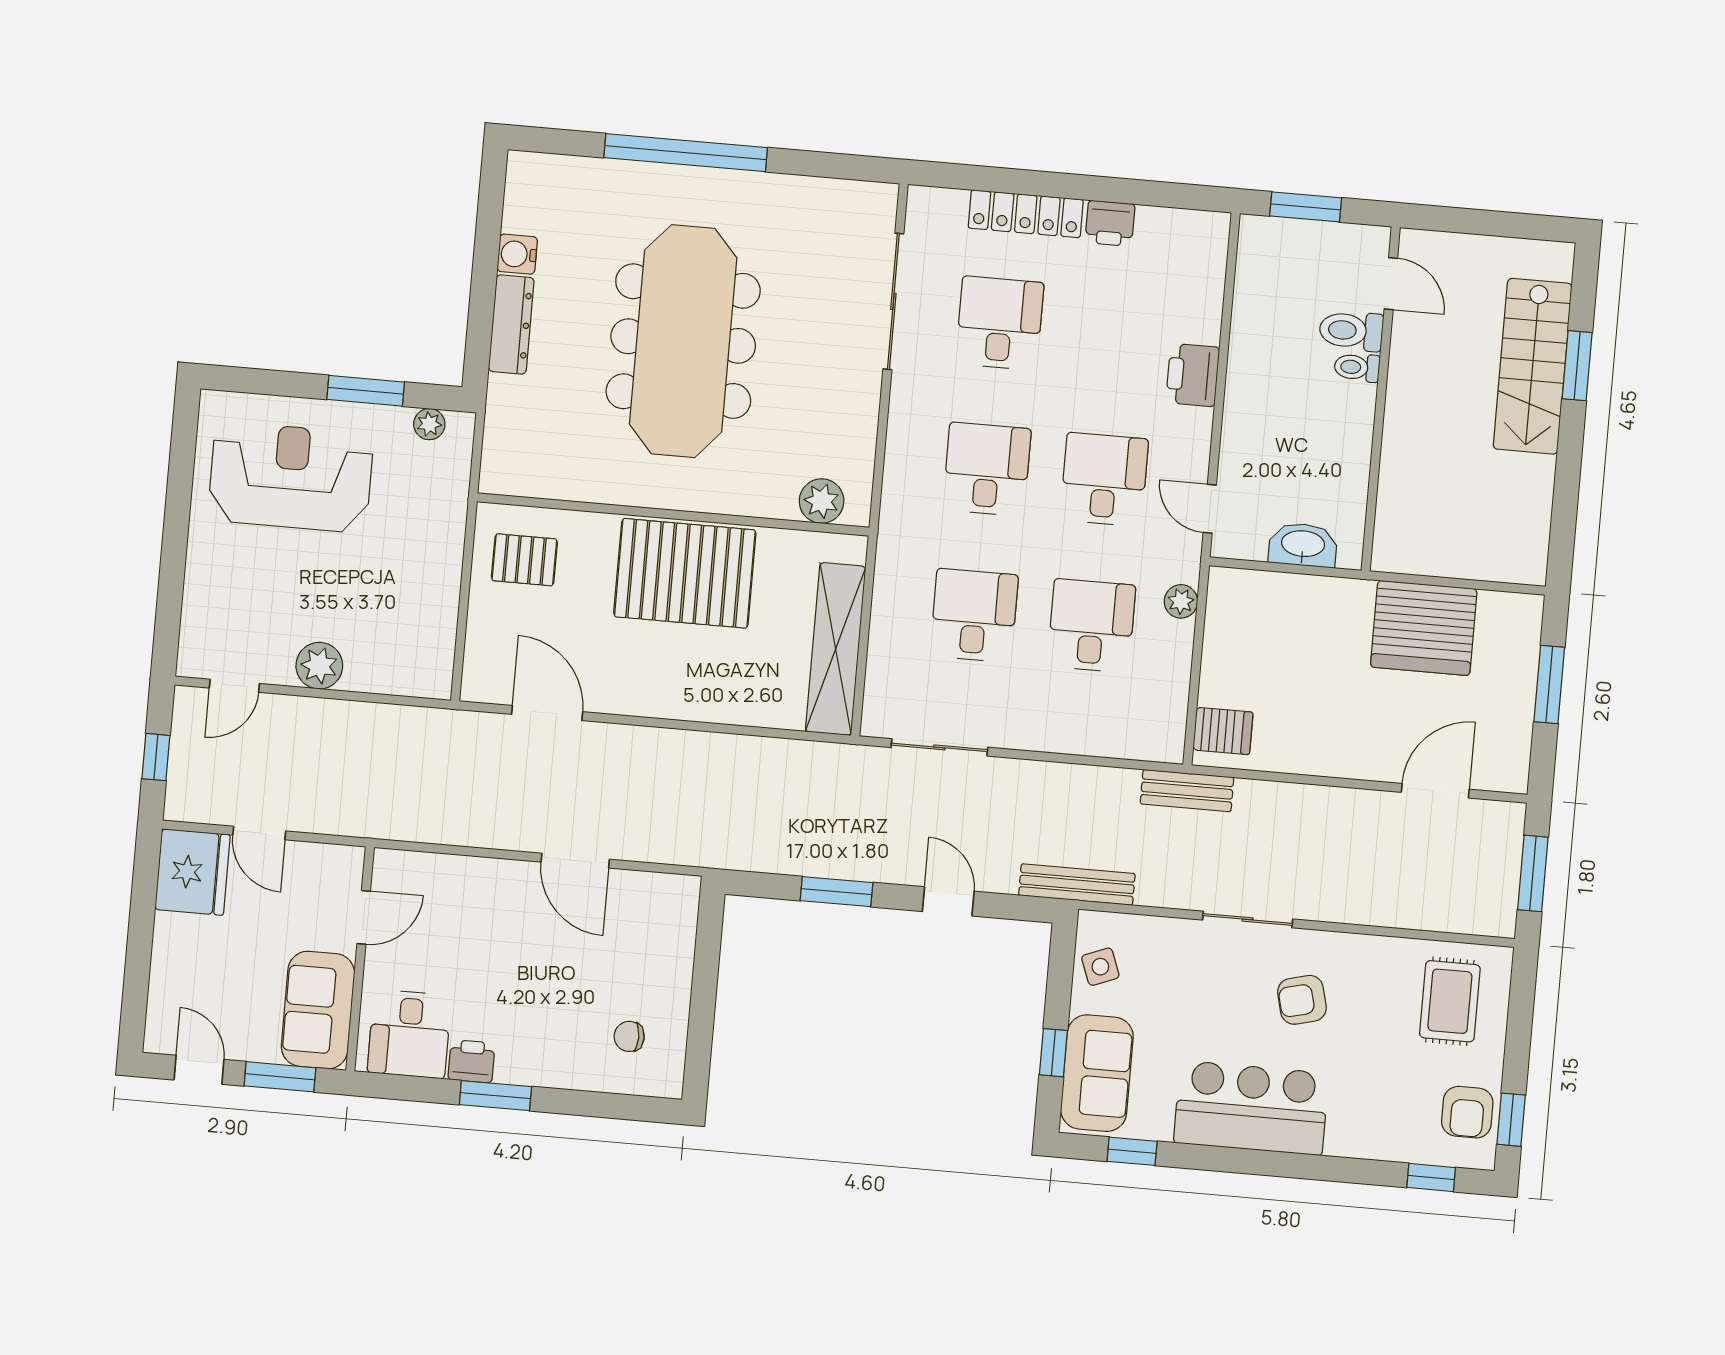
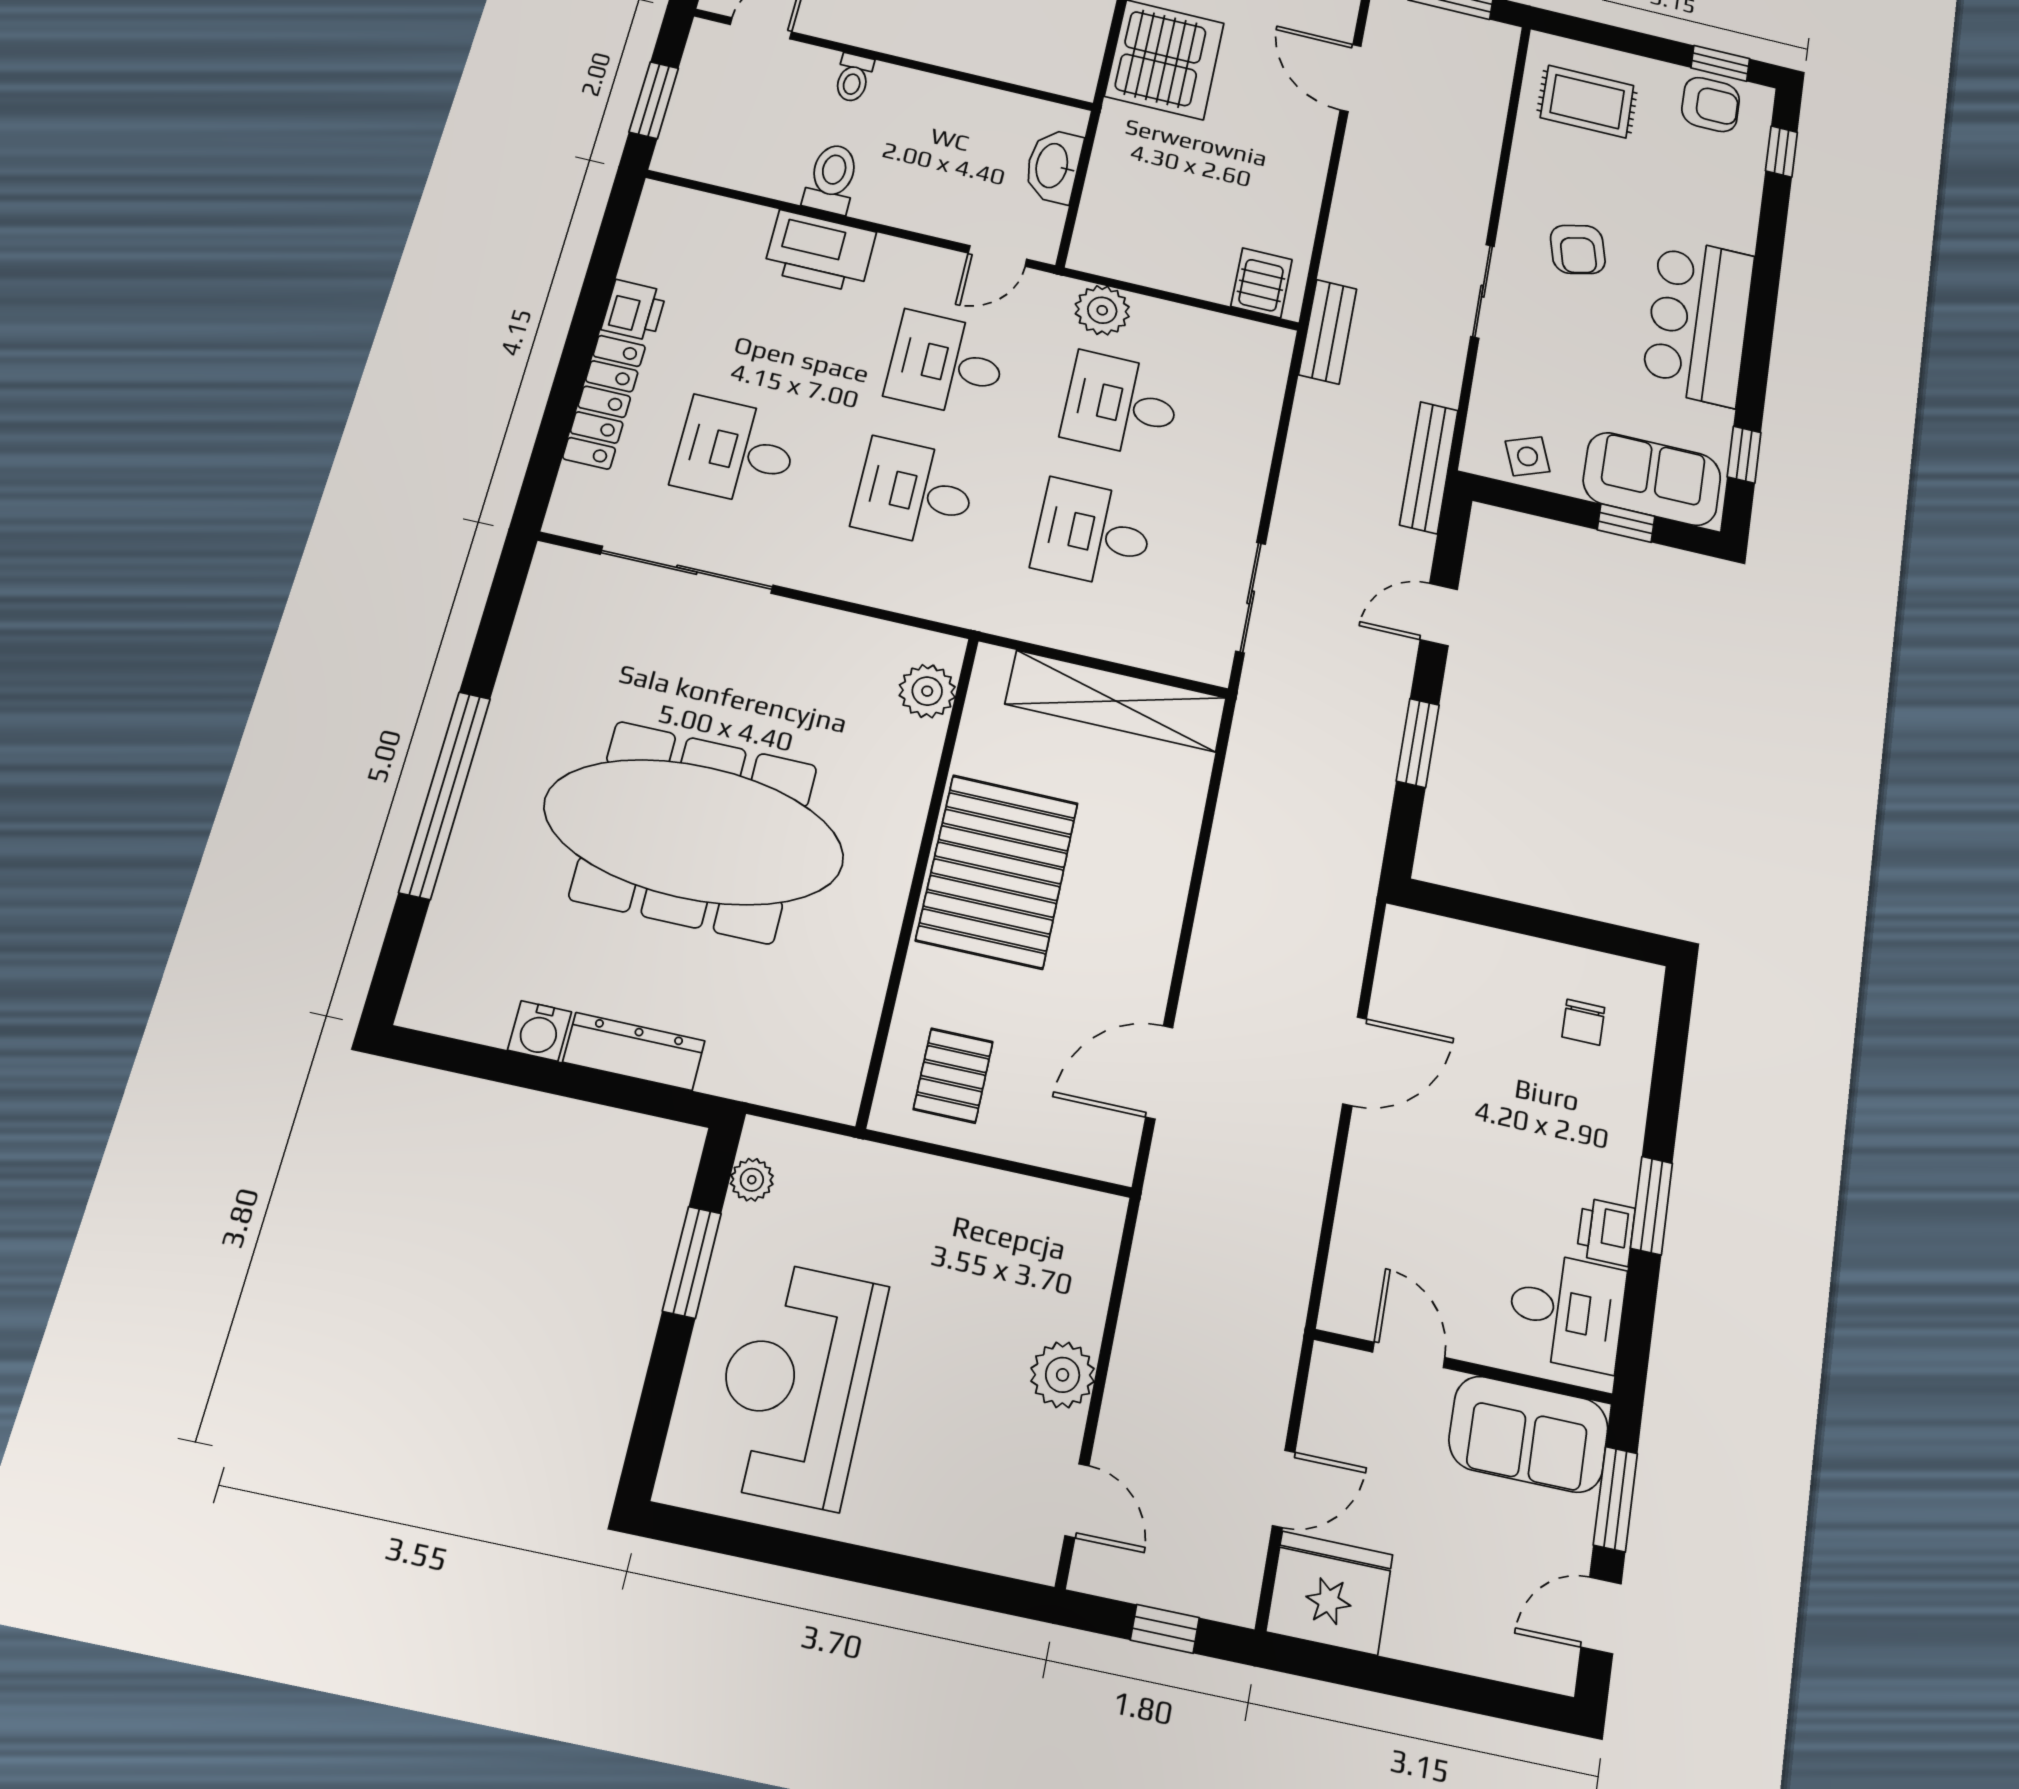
toilet: (1351, 331) -> (832, 179), moved, turned 180
printer: (1193, 375) -> (820, 251), width x1.37, depth x1.19
plant: (1181, 601) -> (1102, 310), width x1.38, depth x1.38

